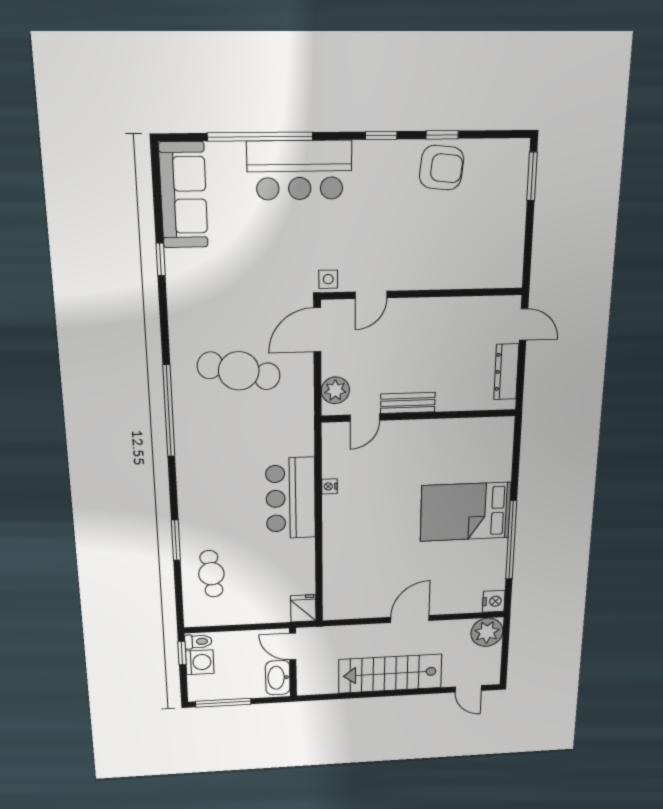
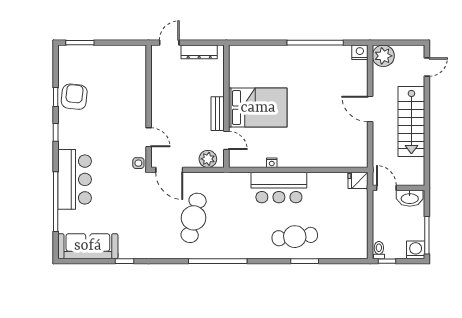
bed: (466, 512) -> (258, 108), moved, turned -90
cafe table: (211, 574) -> (295, 237), moved, width x1.37, depth x1.35
door: (293, 646) -> (386, 188), swing flipped
washing machine: (200, 662) -> (416, 250), moved

